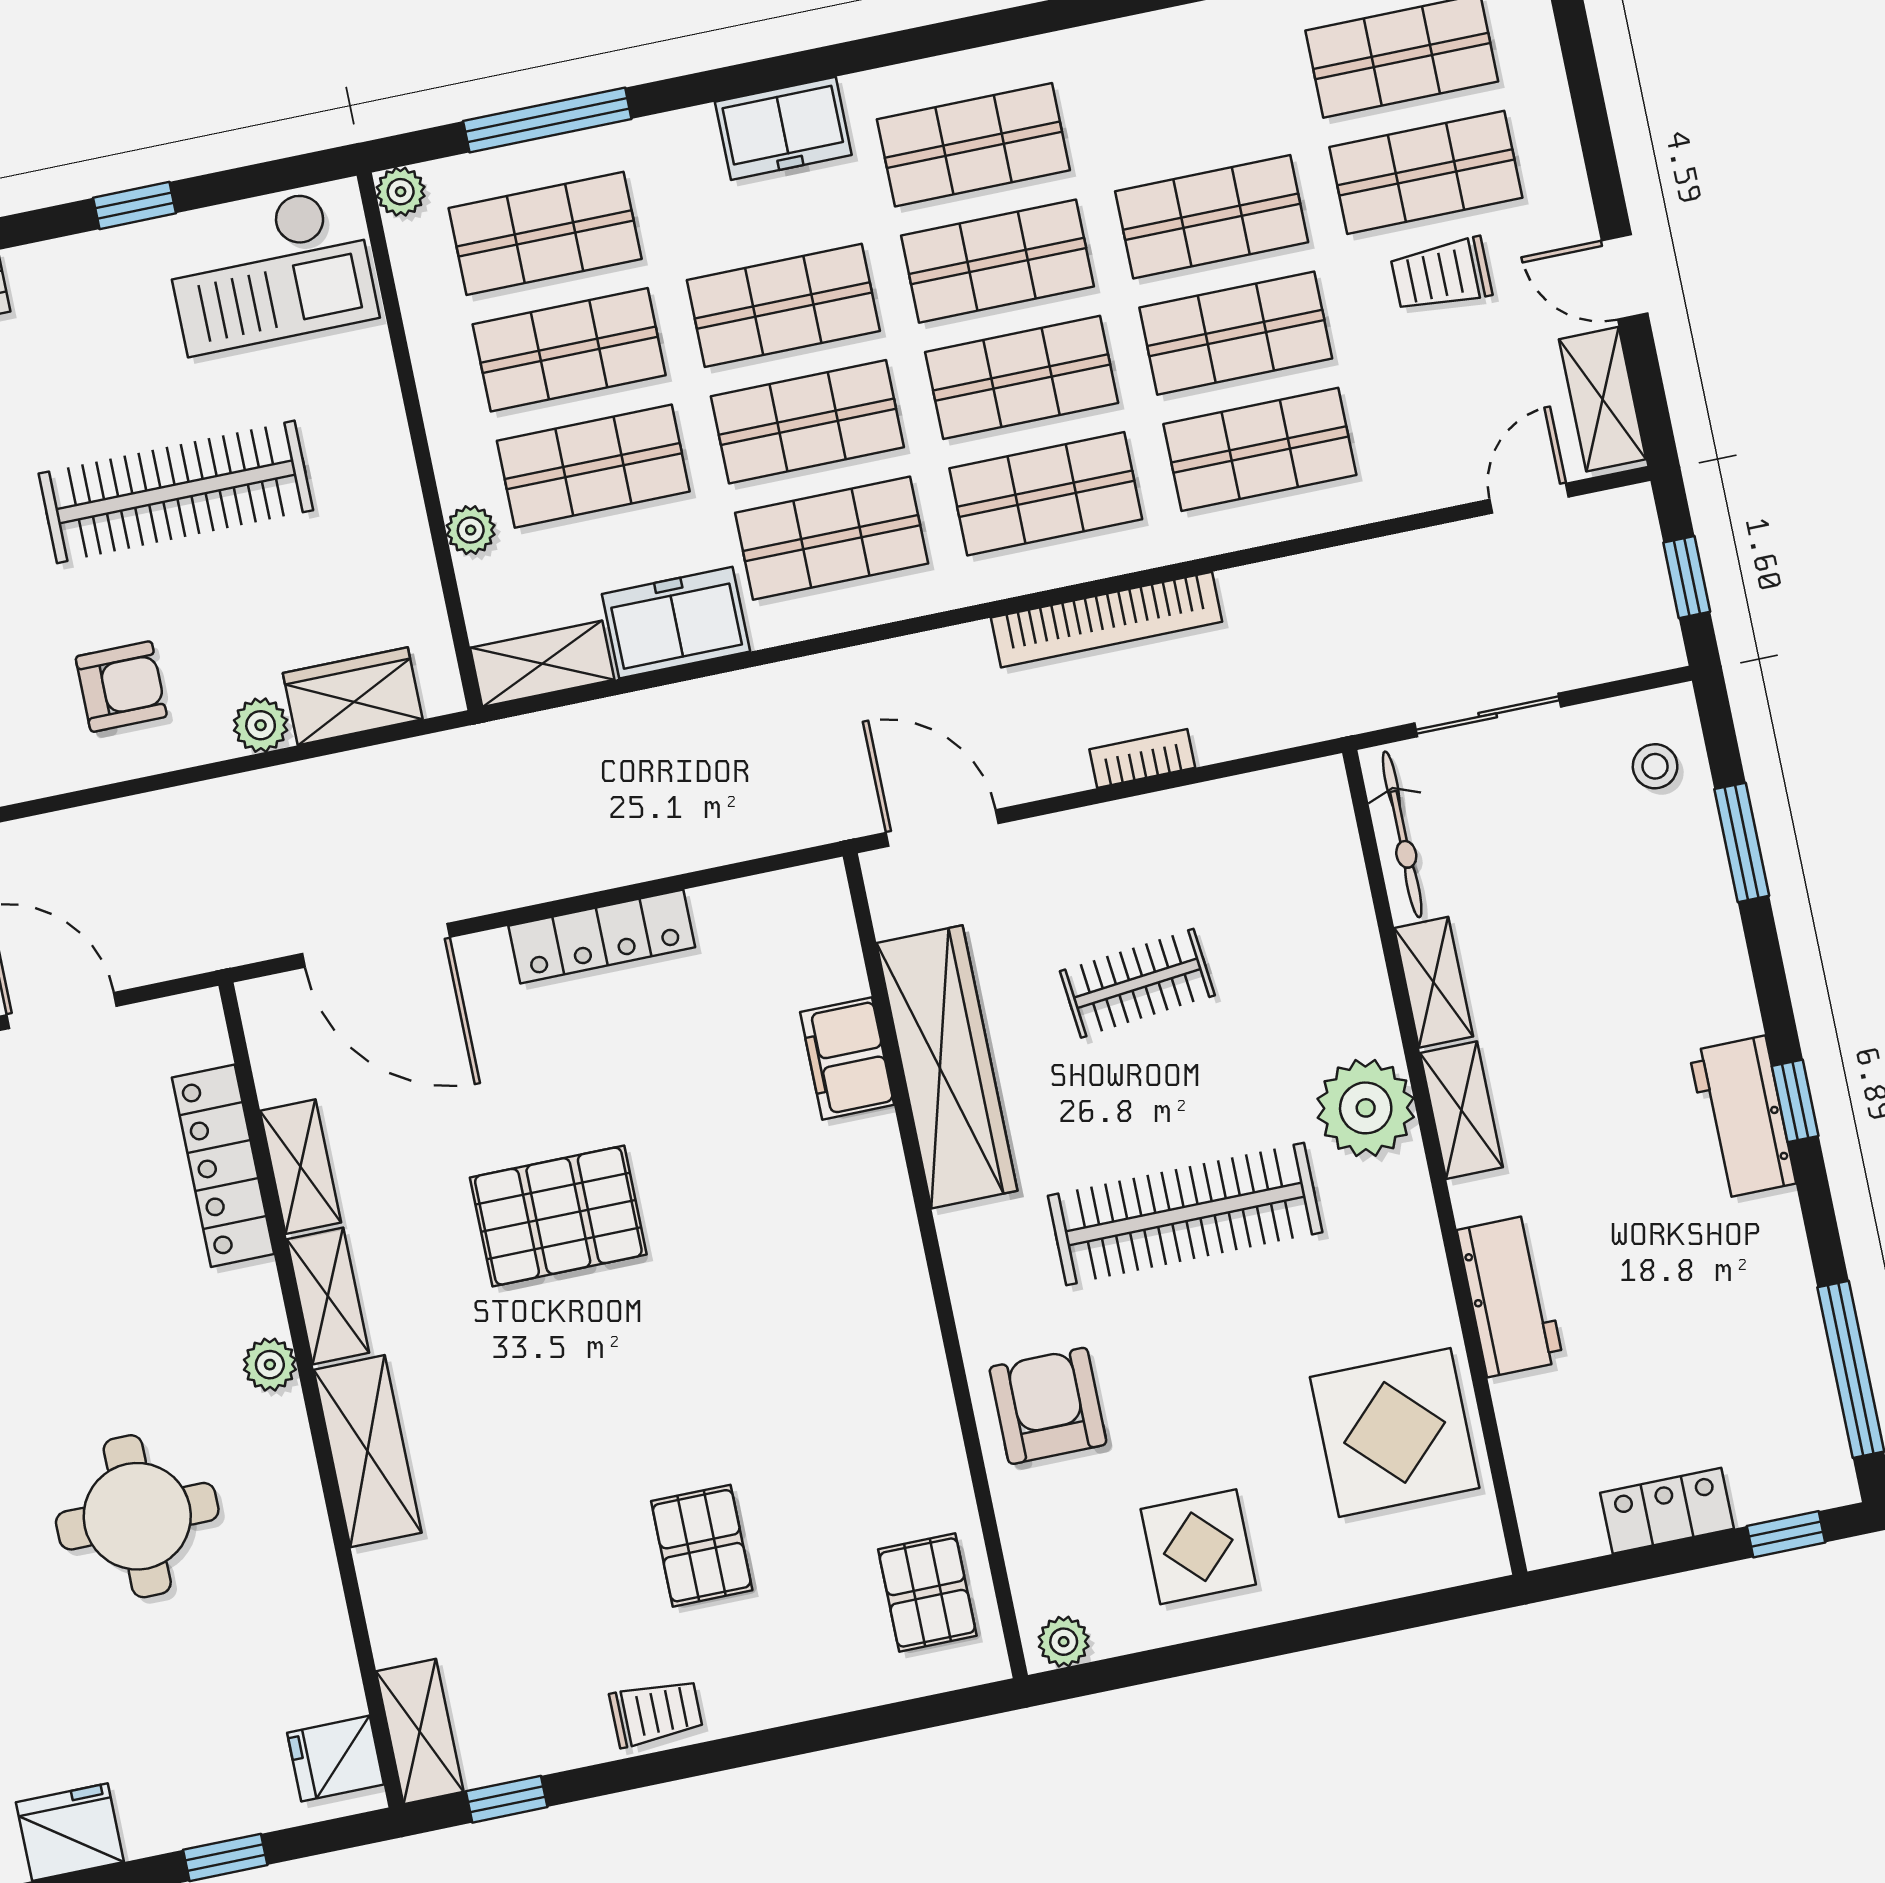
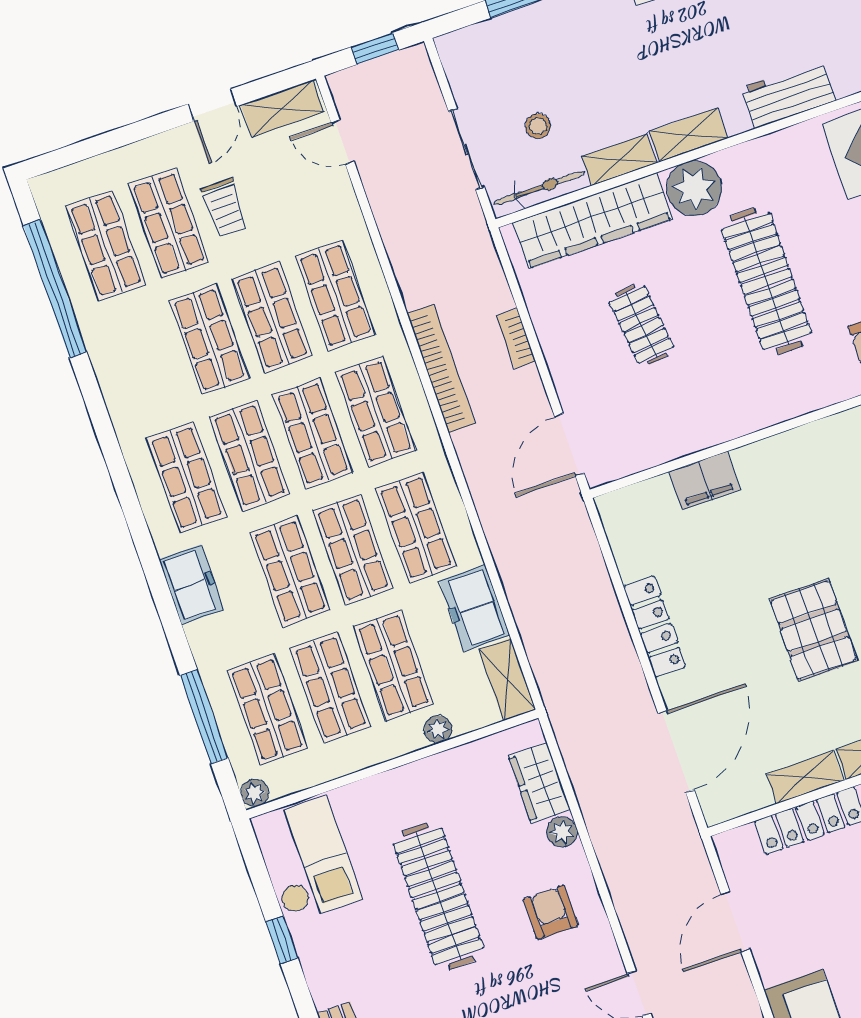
stool: (1655, 766) -> (538, 126), moved
wardrobe: (947, 1067) -> (592, 221), moved, turned 180

